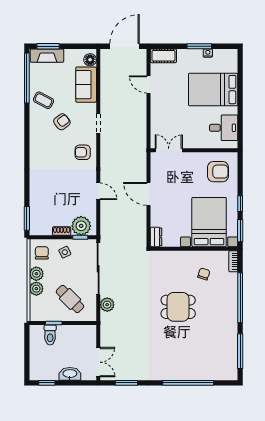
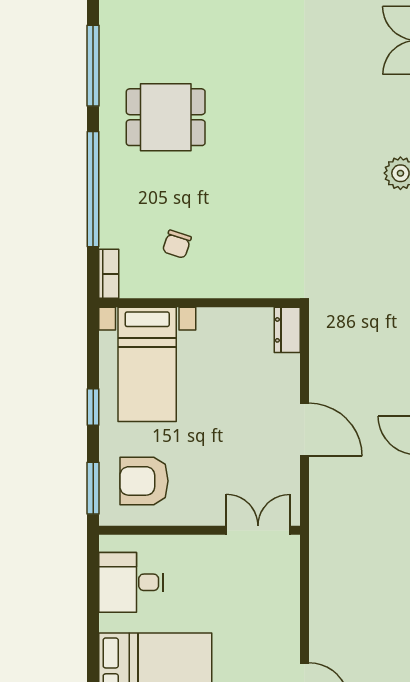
double door: (169, 150) -> (258, 530), swing flipped
bed with nightstands: (209, 222) -> (147, 364), width x0.73
window: (240, 231) -> (93, 488), moved
dining table: (178, 307) -> (166, 117), moved

